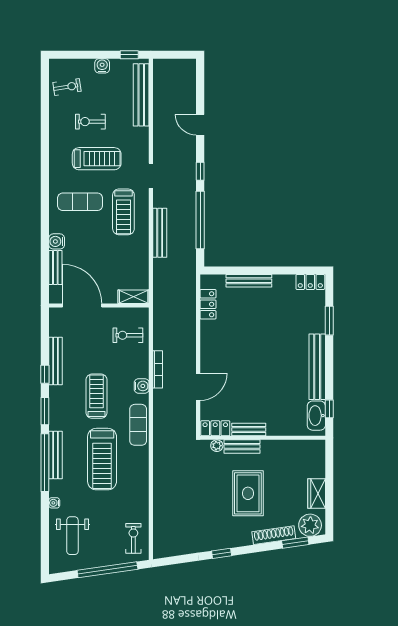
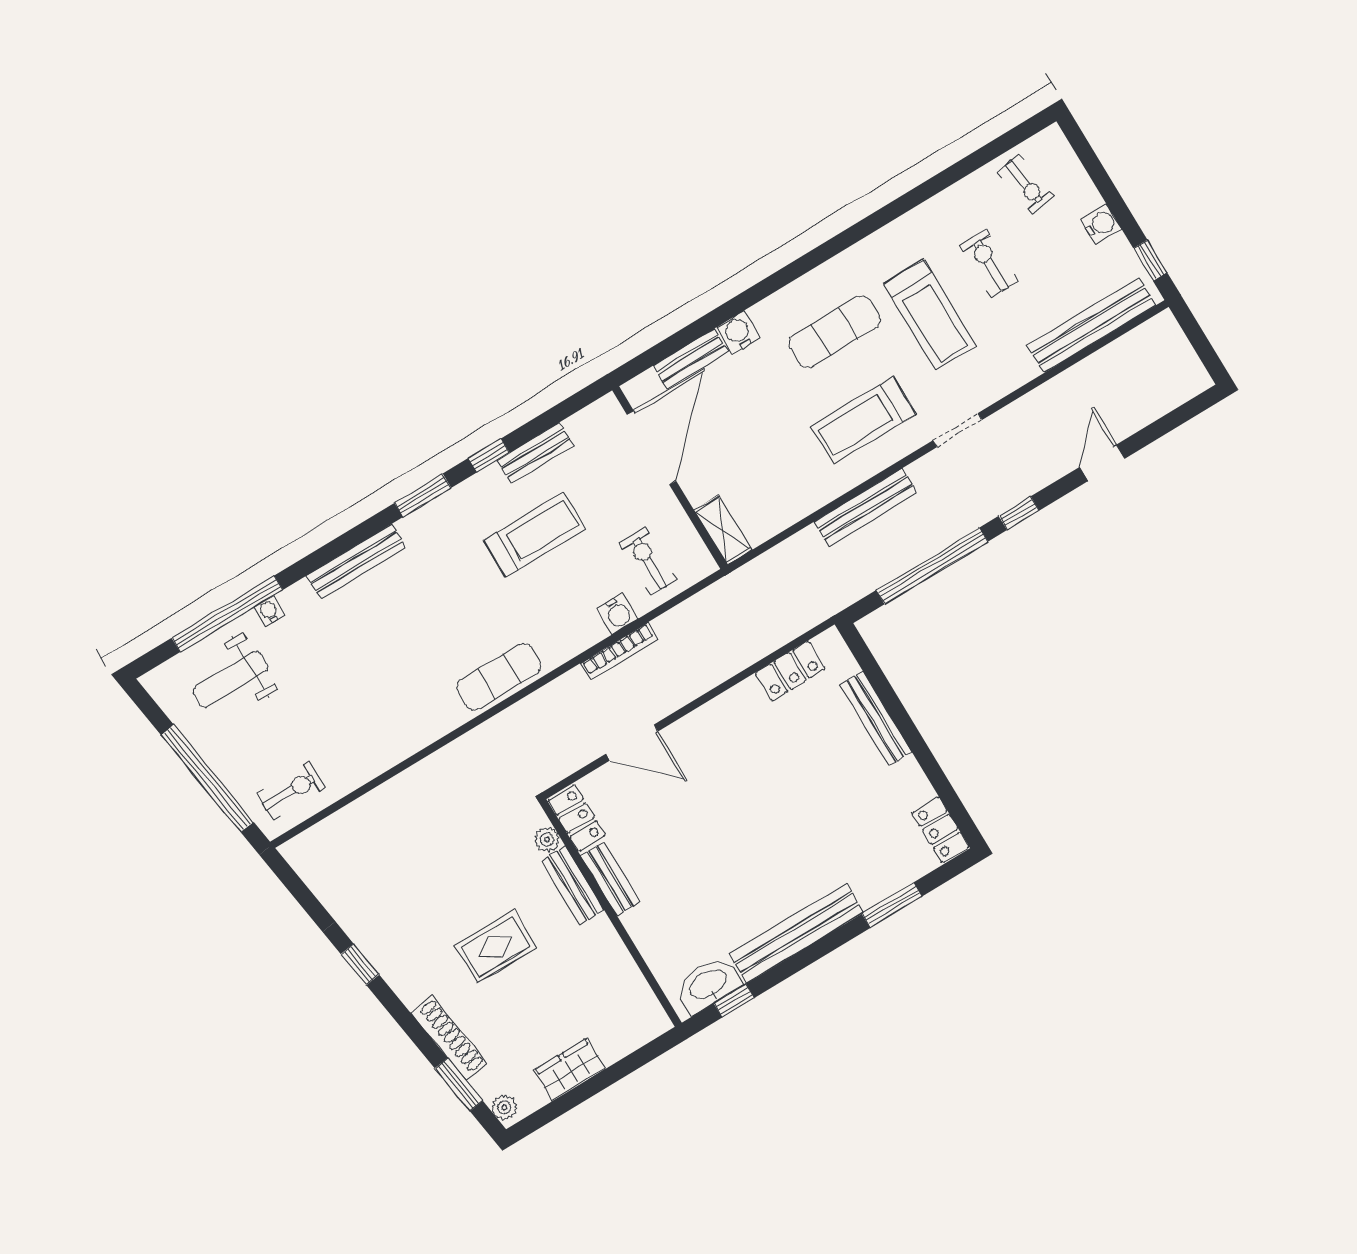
exercise mat: (80, 202) -> (835, 332), turned 90
bench: (56, 361) -> (535, 453), width x0.73
water cooler: (142, 386) -> (617, 613), moved
treadmill: (97, 396) -> (534, 535), moved
treadmill: (102, 459) -> (399, 649), removed
window: (45, 463) -> (227, 614), moved
rug: (248, 493) -> (496, 947), width x0.73, depth x0.70
plant: (310, 525) -> (504, 1107), width x0.53, depth x0.53

